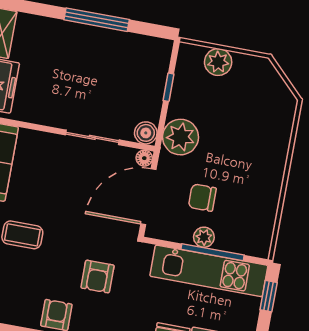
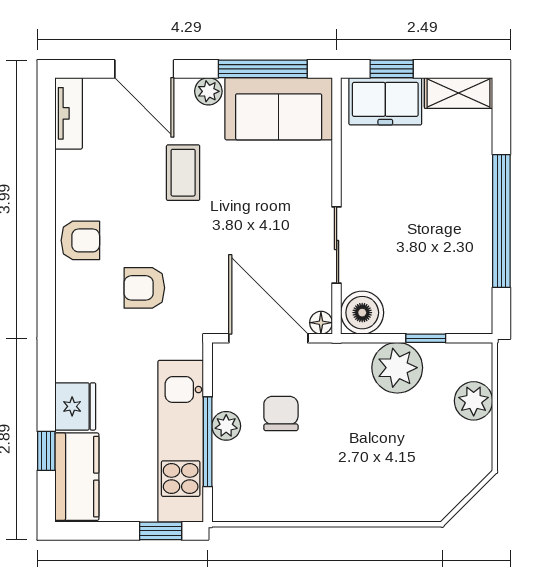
window: (97, 20) -> (501, 221), width x1.46
boiler: (146, 133) -> (362, 313), width x1.36, depth x1.36
plant: (181, 137) -> (397, 368), moved

